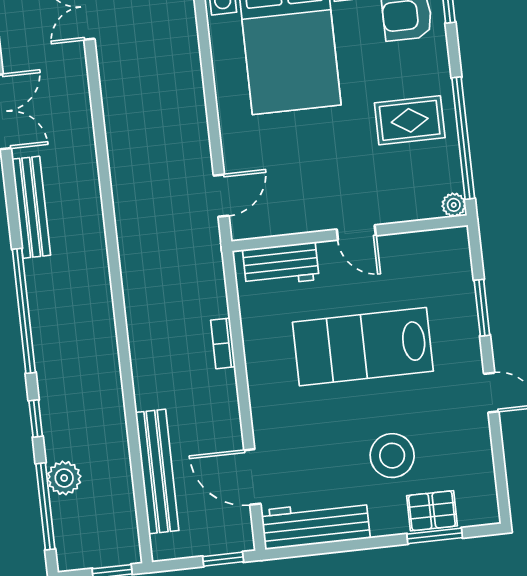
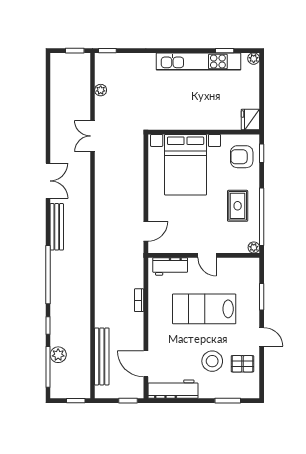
rug: (410, 120) -> (238, 206), turned 90
pallet: (432, 511) -> (242, 364), moved

